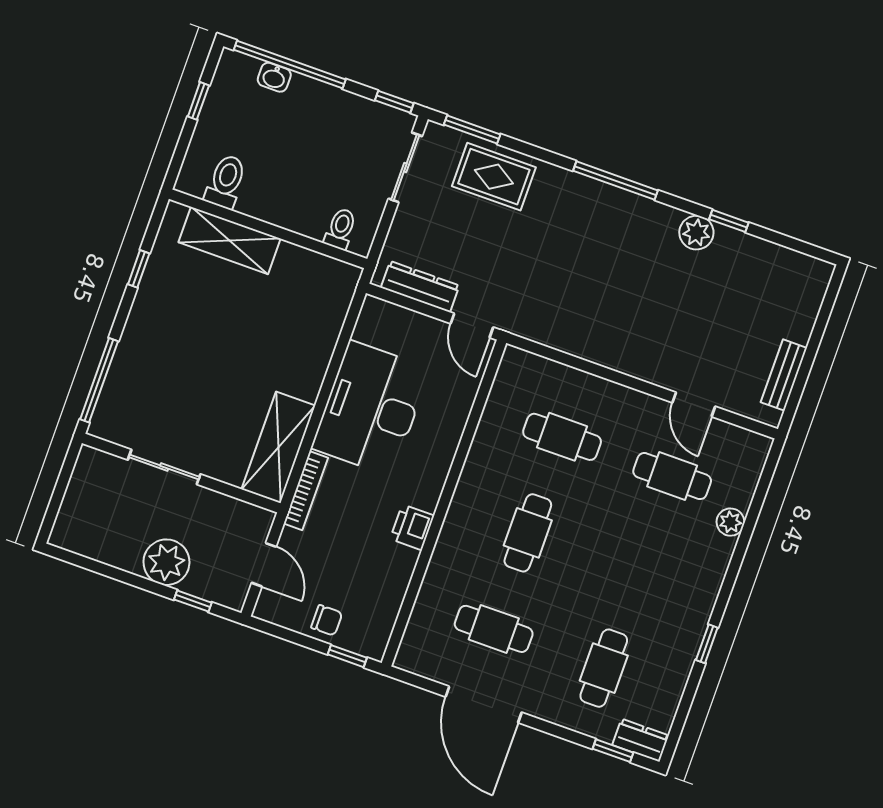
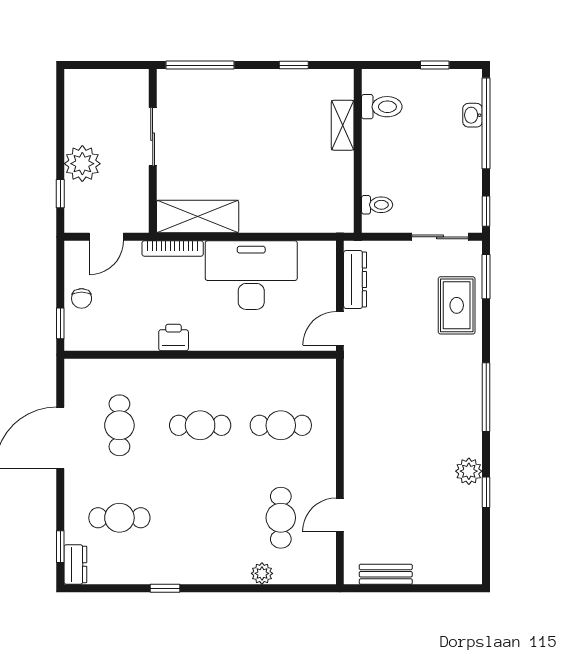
shelving: (230, 240) -> (343, 125), width x0.67, depth x0.75
cafe table: (562, 437) -> (281, 425), turned 90

